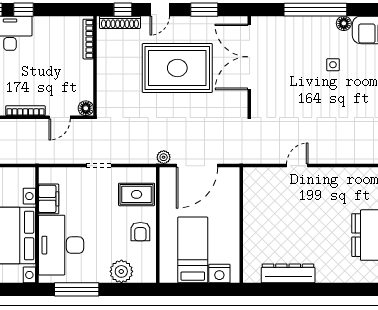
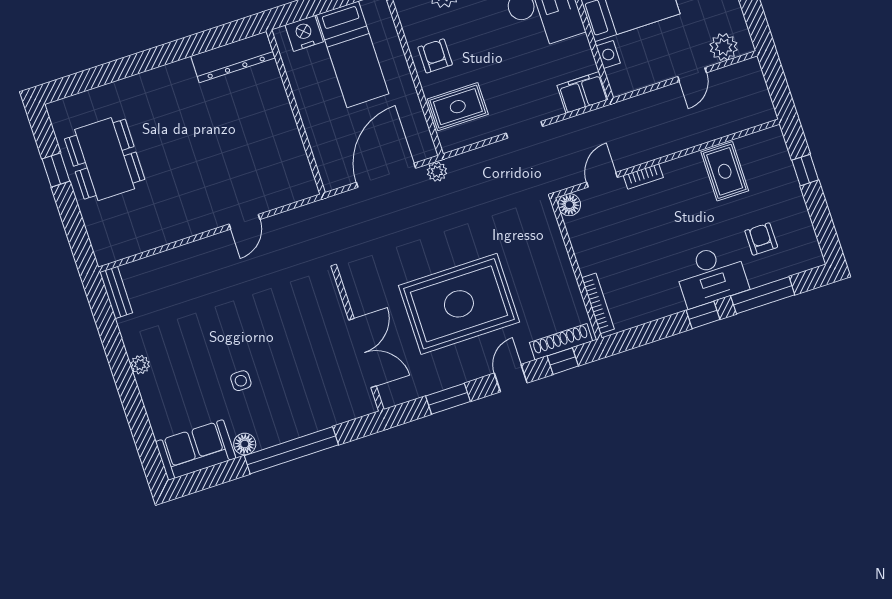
double door: (249, 57) -> (362, 353), width x0.73
bookcase: (25, 111) -> (643, 176), width x0.64
filing cabinet: (49, 199) -> (583, 92), moved, turned 90
dresser: (288, 273) -> (233, 57), moved

